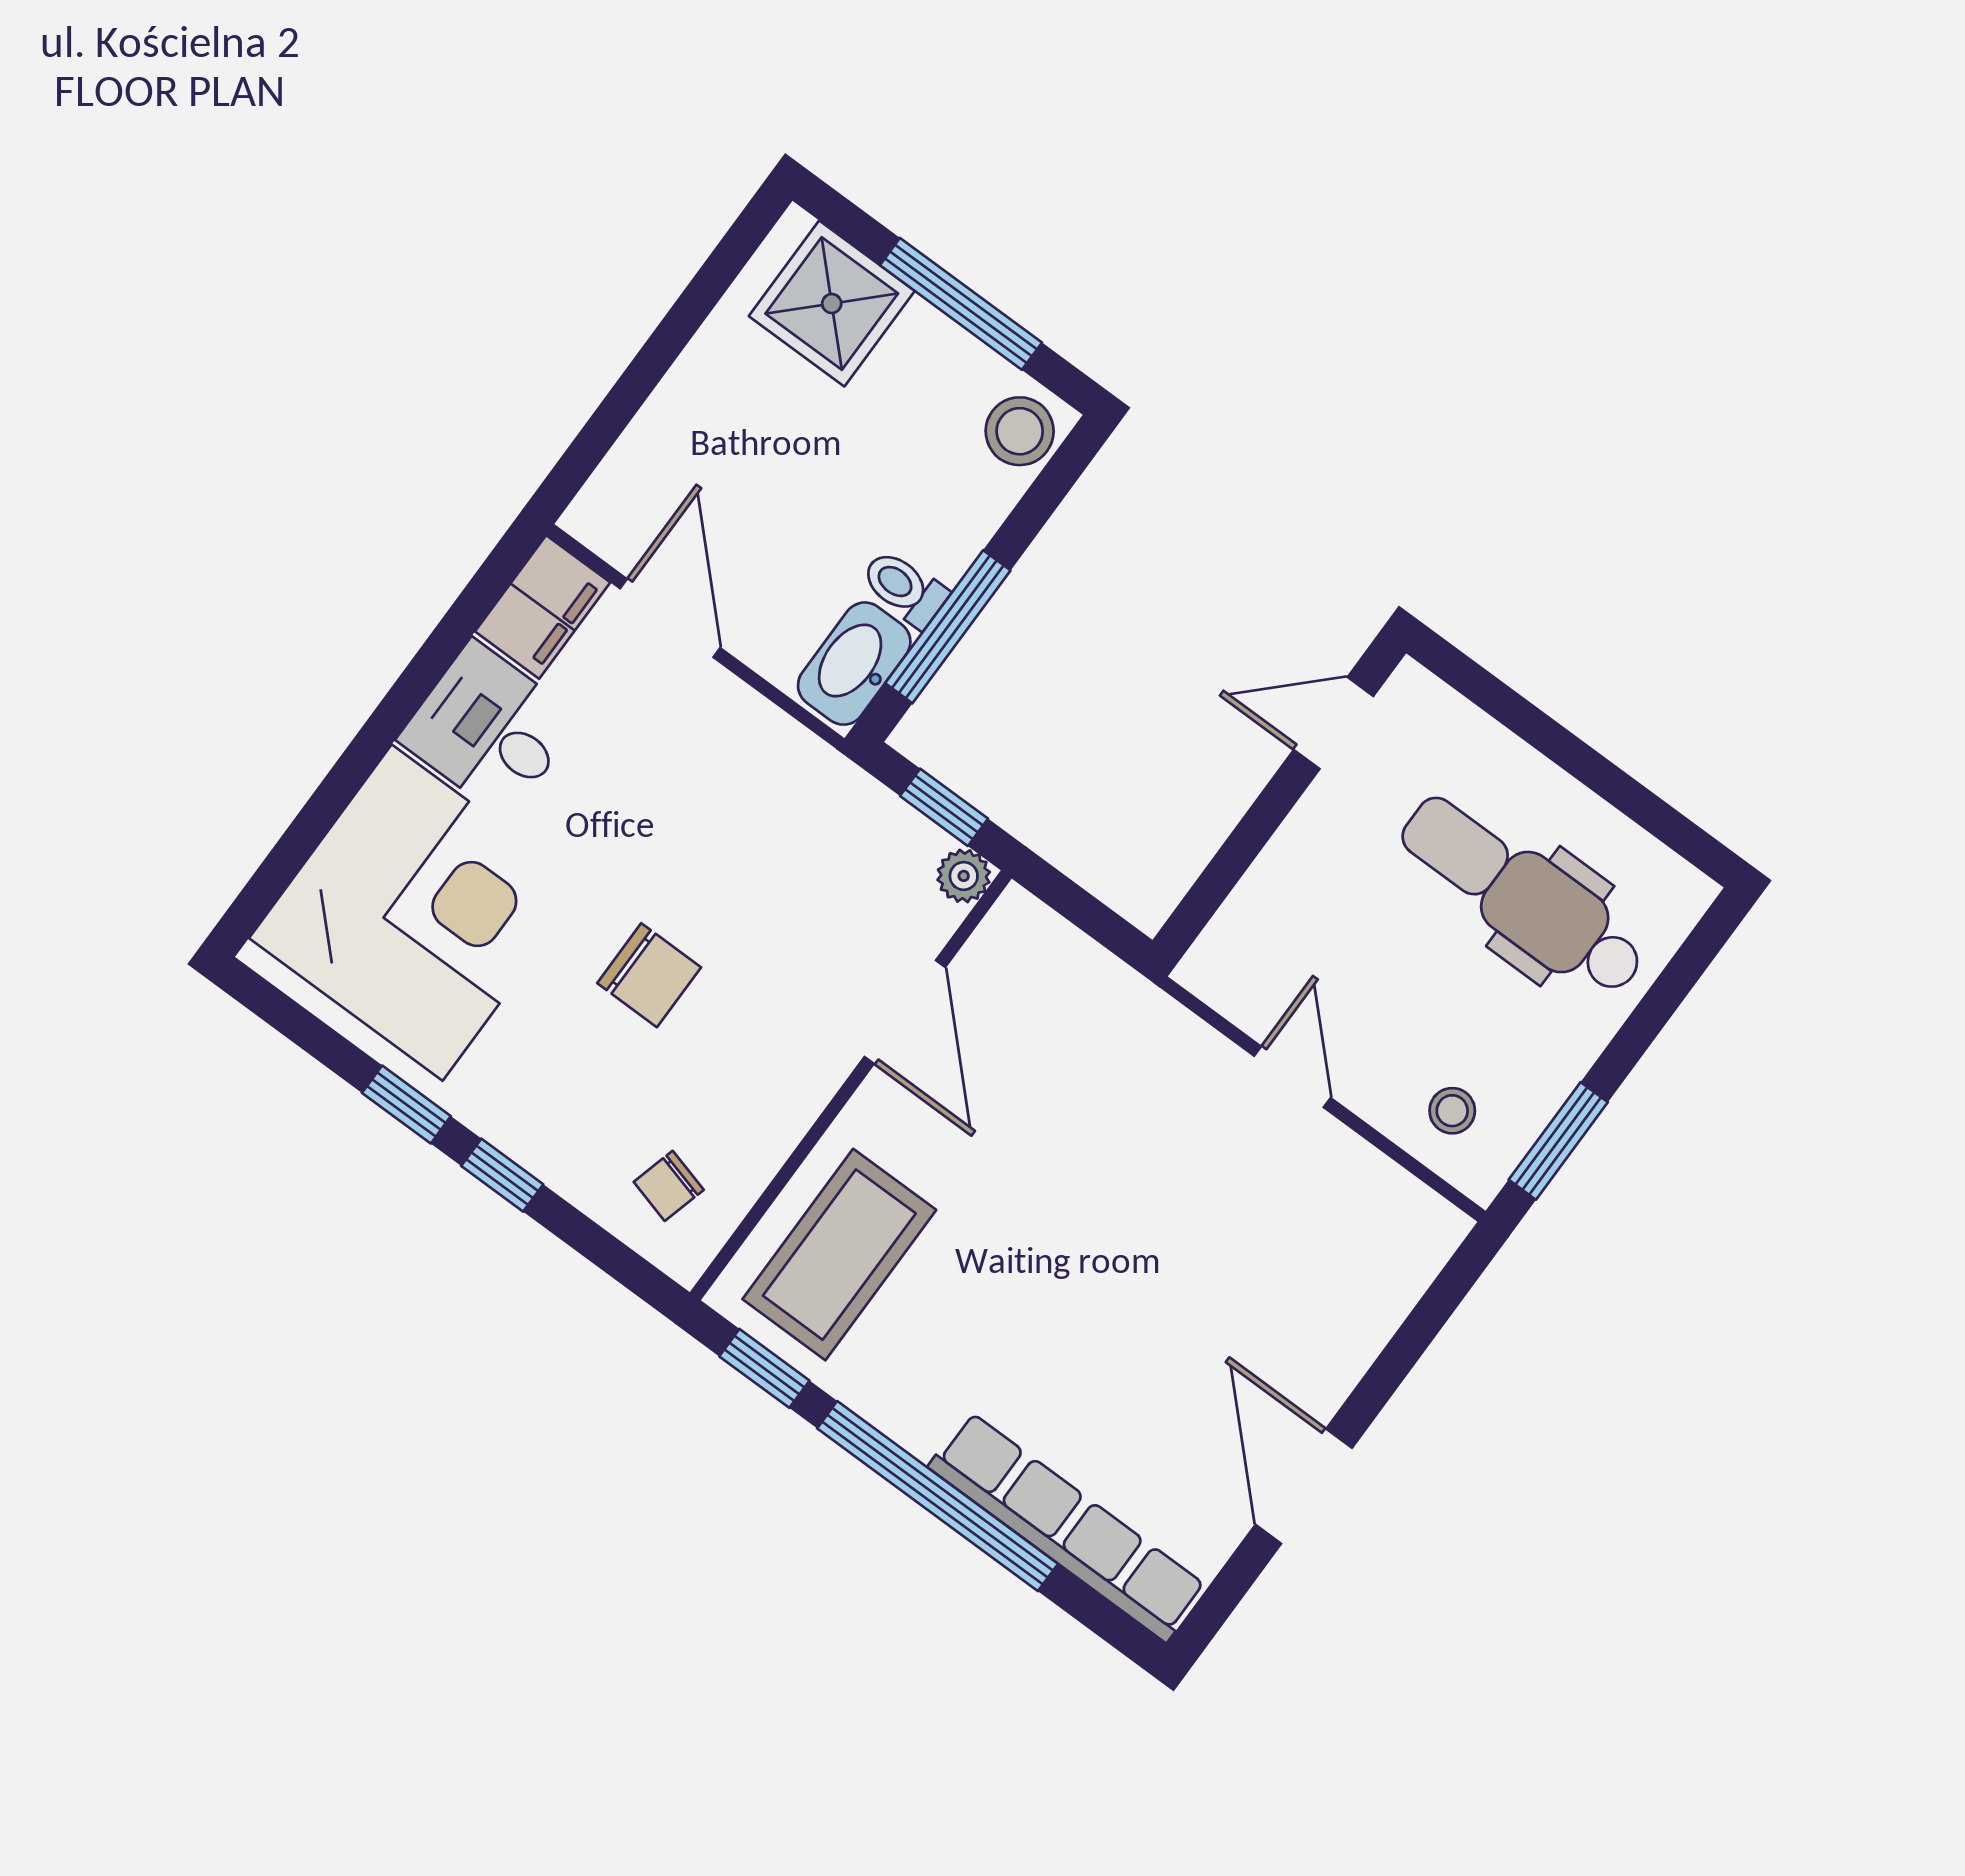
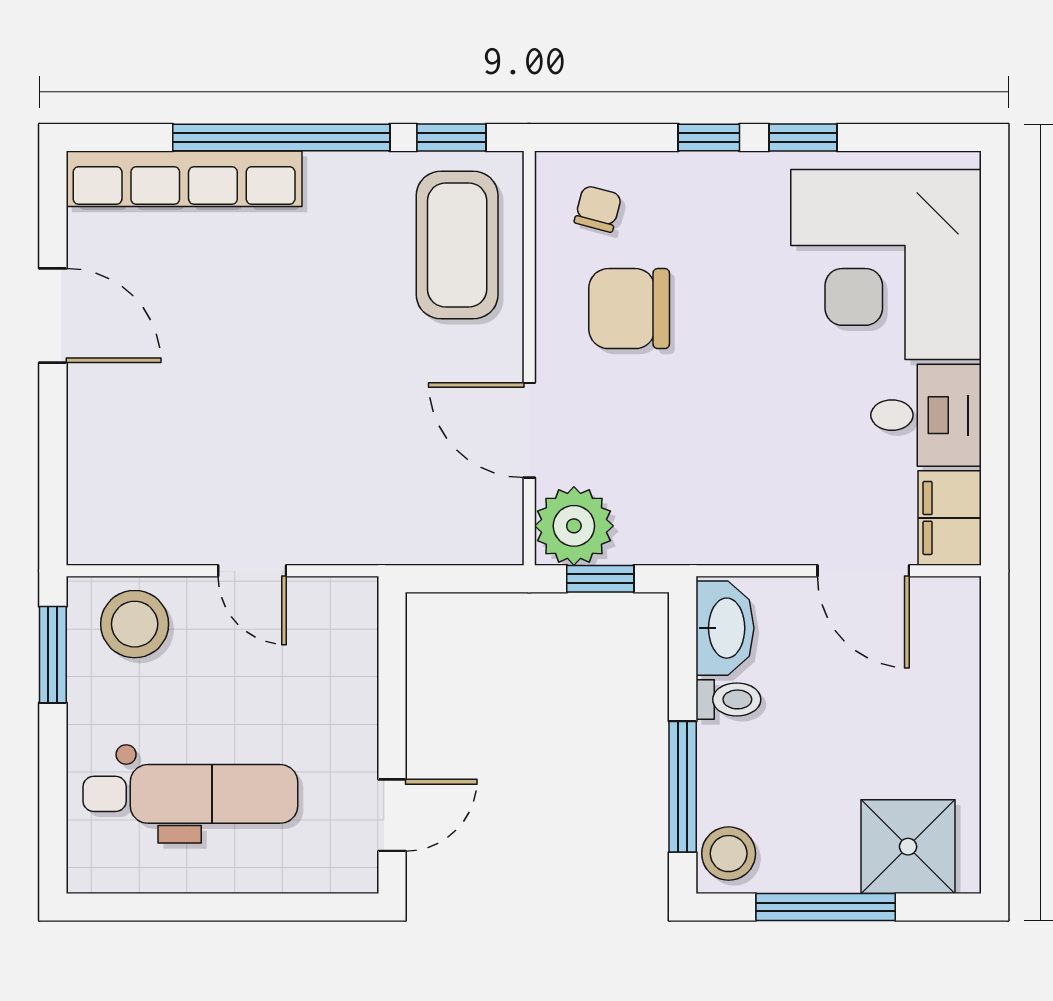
window: (948, 627) -> (683, 787), moved
plant: (964, 876) -> (574, 526), width x1.88, depth x1.88
chair: (649, 975) -> (629, 309), moved, width x1.37, depth x1.37
stool: (1452, 1111) -> (135, 624), width x1.89, depth x1.89

